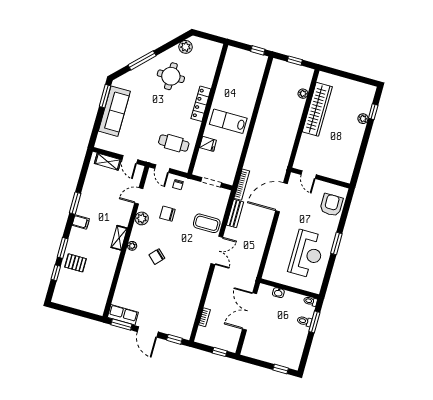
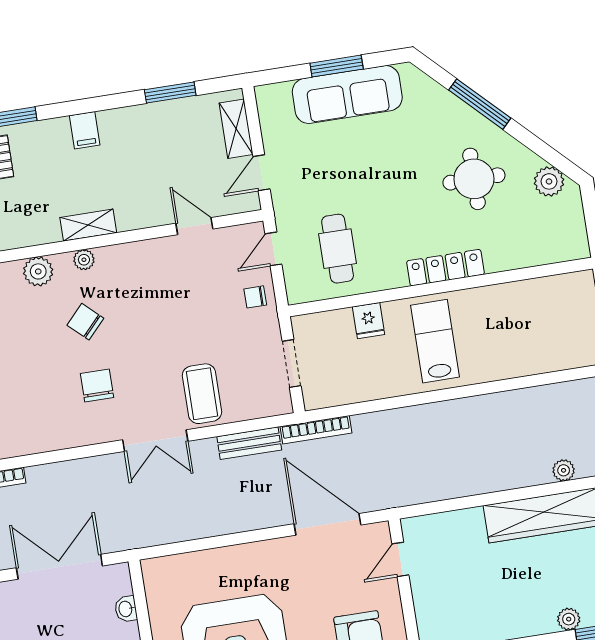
window: (105, 96) -> (337, 66), moved
window: (75, 203) -> (170, 92), moved
chair: (167, 214) -> (97, 385), moved
plant: (142, 218) -> (38, 271), moved

